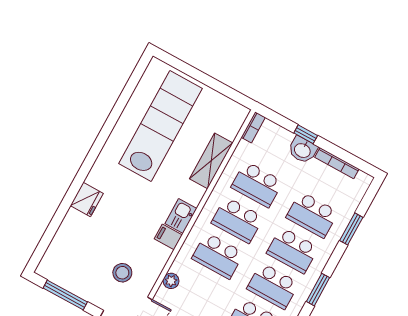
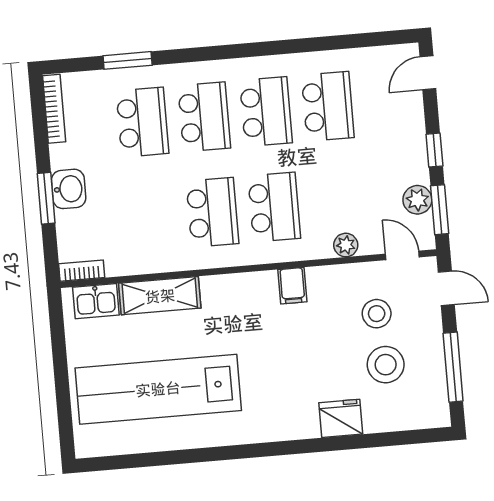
window: (306, 134) -> (46, 198), width x1.50
bookcase: (337, 163) -> (54, 109), moved
school desk: (257, 184) -> (151, 218), removed
fridge: (87, 199) -> (341, 418), moved
kitchen sink: (181, 216) -> (96, 301), moved
stool: (91, 259) -> (386, 365), added
window: (318, 290) -> (233, 51), removed

